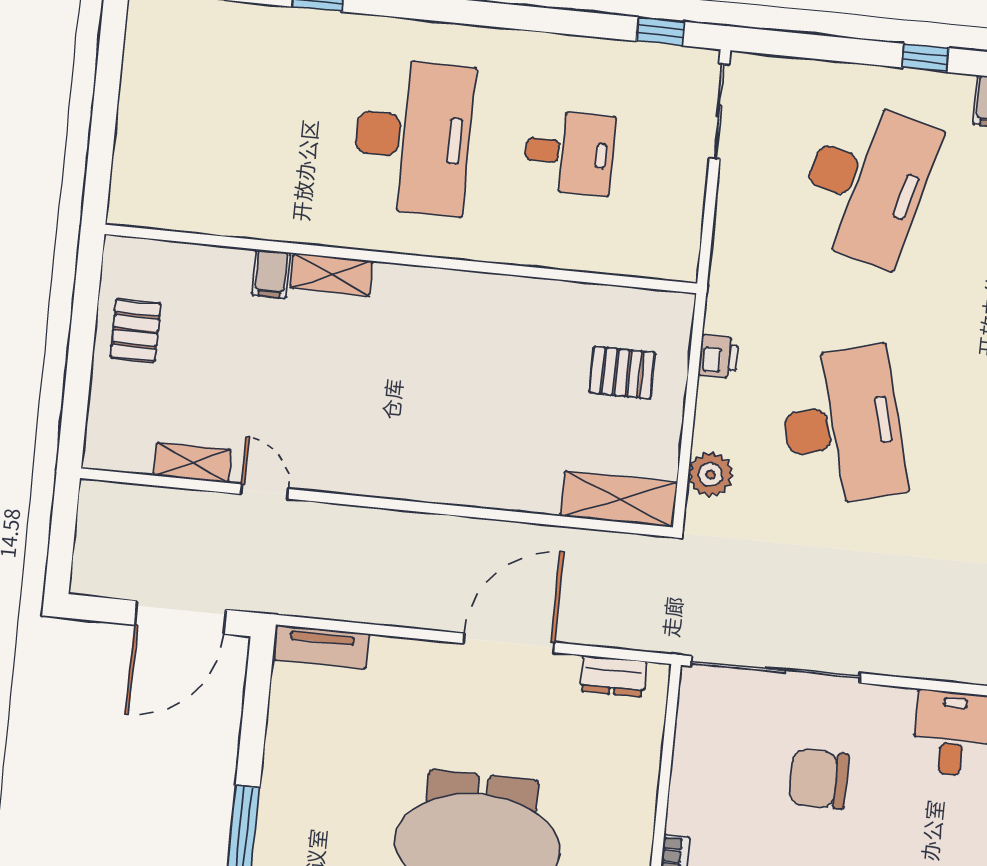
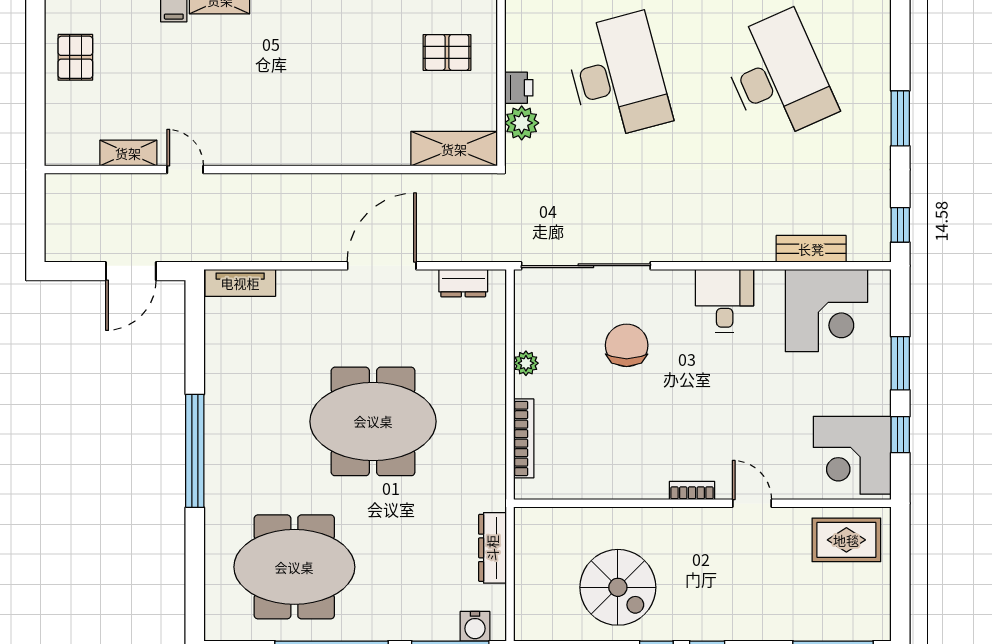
printer: (718, 357) -> (519, 88), moved
door: (180, 617) -> (131, 271), width x0.73
chair: (819, 779) -> (627, 345), turned 90
plant: (685, 789) -> (526, 363), added

